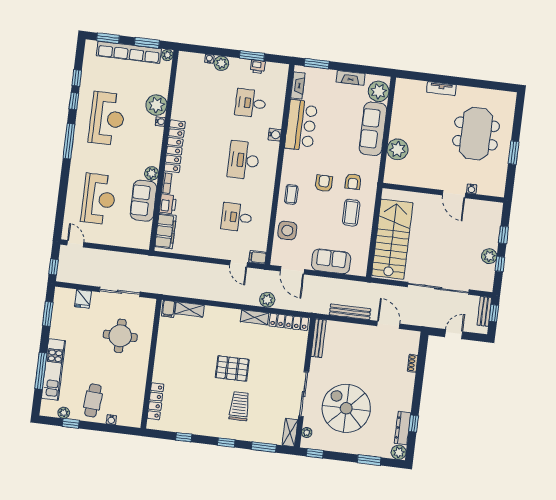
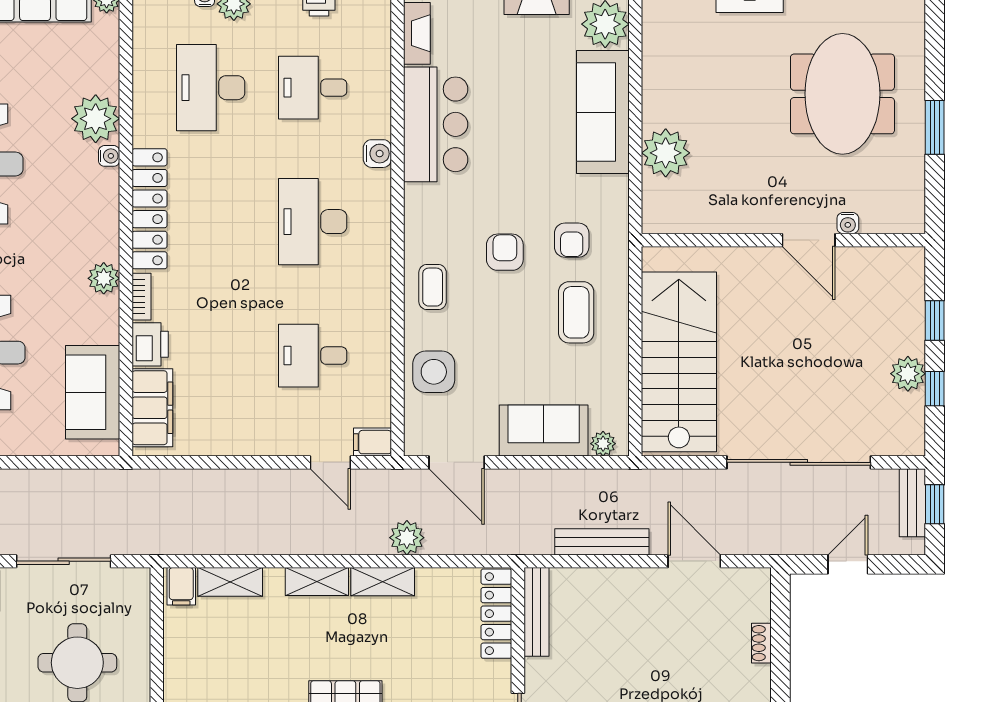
desk: (207, 98) -> (211, 88), added
sofa: (143, 201) -> (93, 392), moved
plant: (356, 270) -> (603, 444), added
shelving: (227, 314) -> (317, 582), added
locker: (289, 322) -> (496, 614), moved, turned 90

